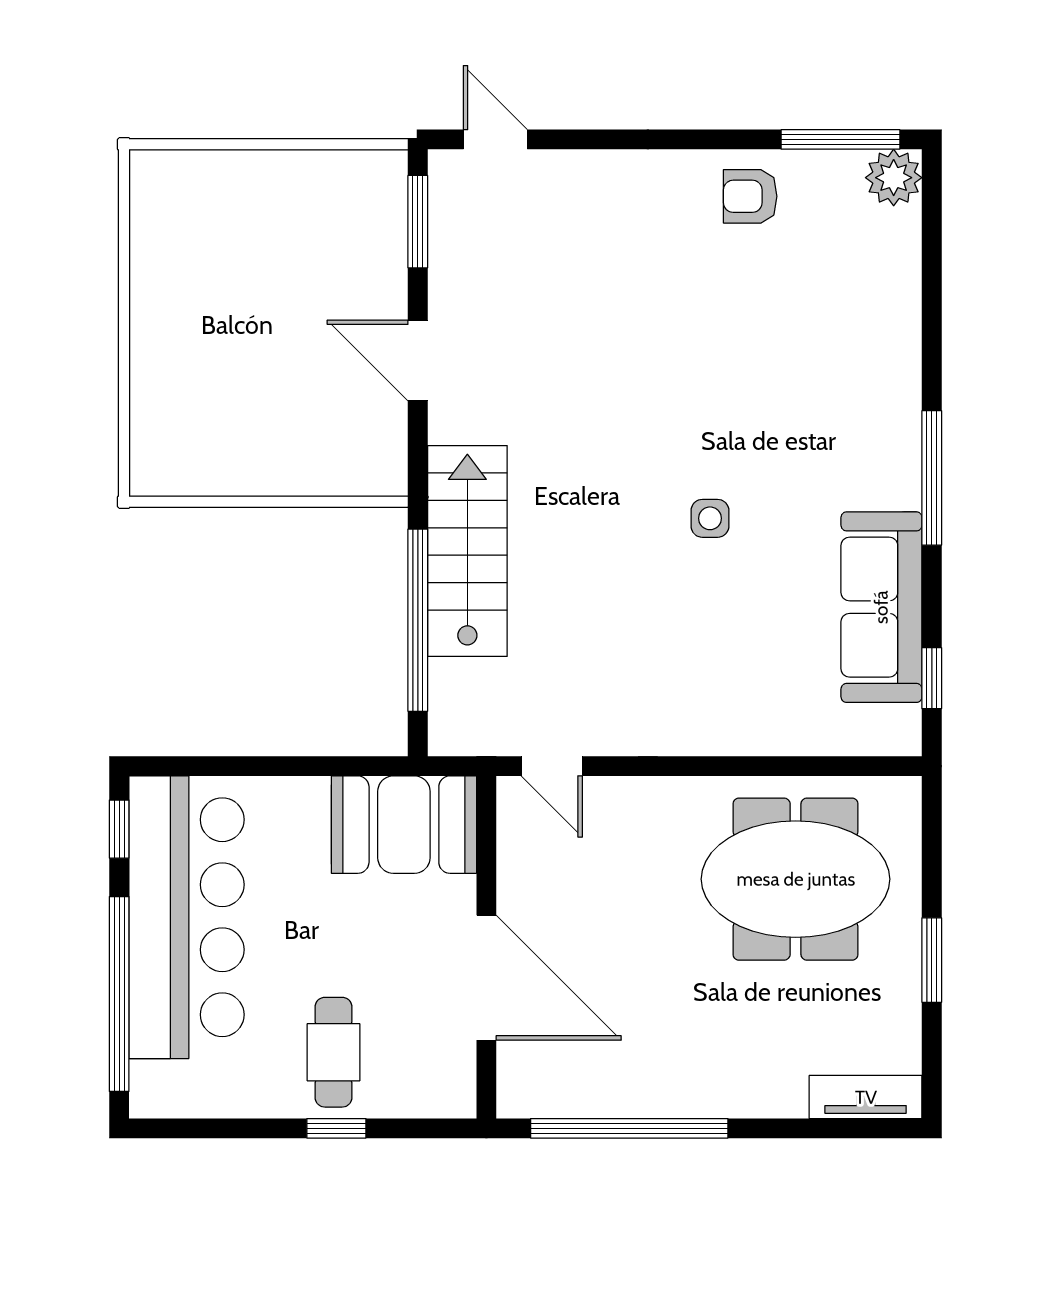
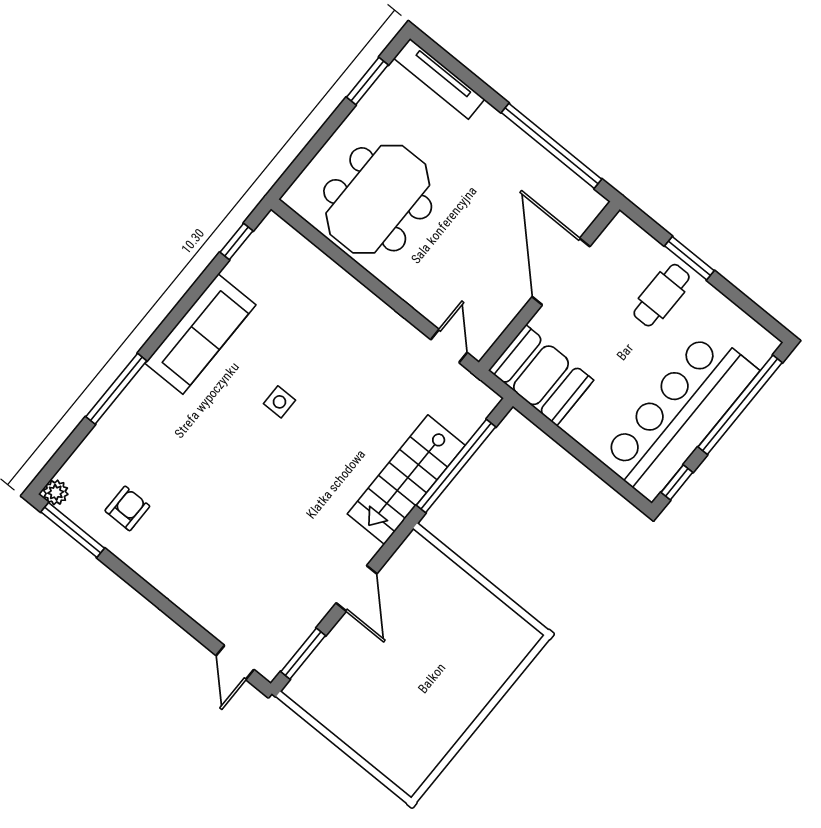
plant: (894, 178) -> (56, 492), width x0.73, depth x0.73
armchair: (750, 196) -> (127, 508), moved, turned -90
window: (932, 478) -> (116, 389), moved
sofa: (881, 607) -> (200, 334), moved
meeting table: (796, 879) -> (378, 199), turned 90
window: (932, 960) -> (367, 81), moved
tv unit: (866, 1097) -> (439, 79), width x1.41
window: (336, 1128) -> (689, 258), width x1.50

